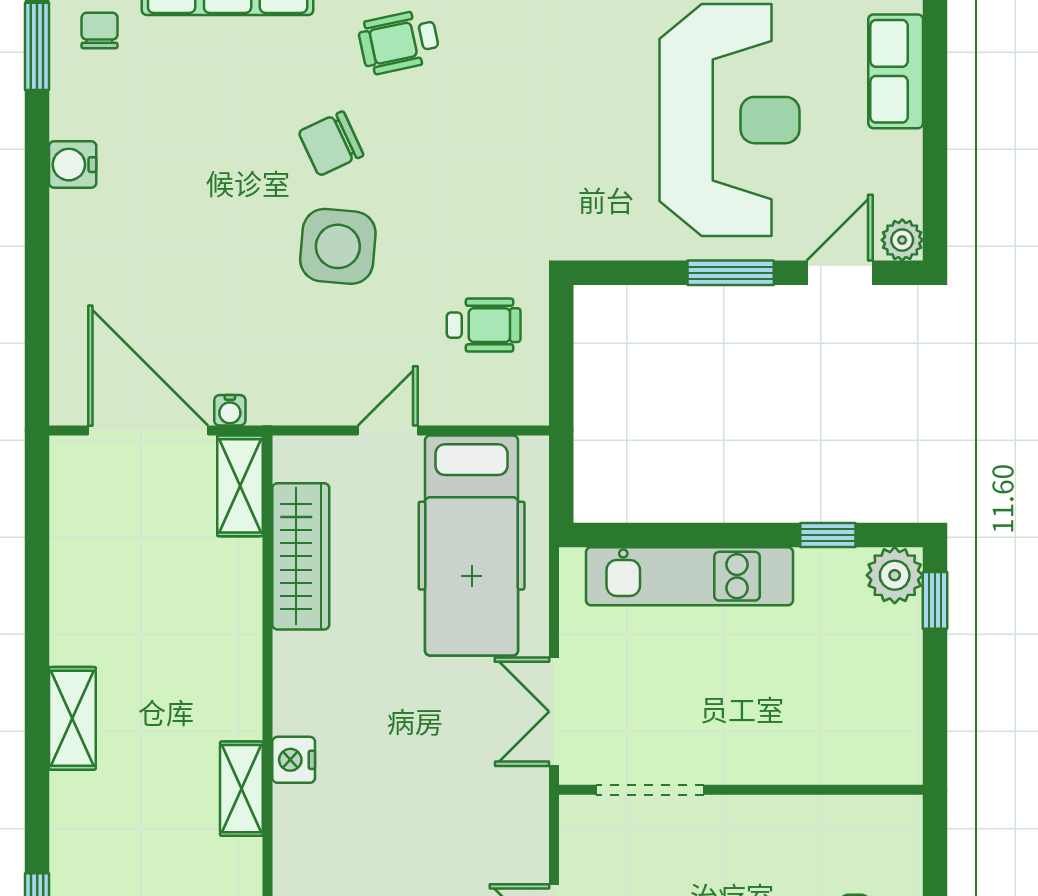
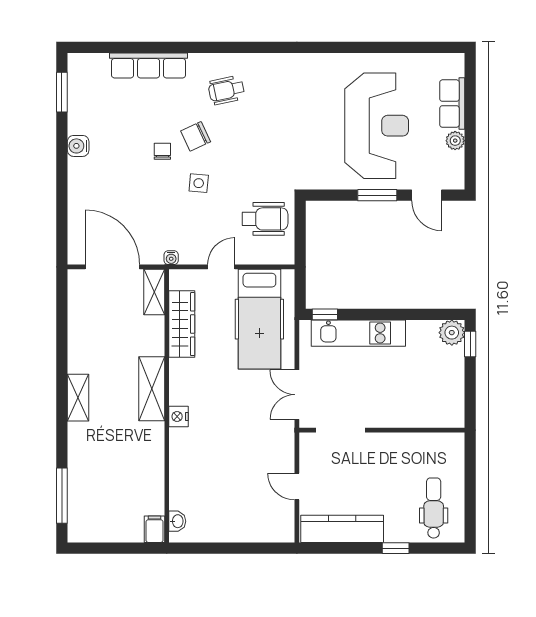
chair: (100, 30) -> (162, 151), moved
plant: (902, 240) -> (455, 141), moved
side table: (338, 246) -> (199, 183), width x0.54, depth x0.54
door: (840, 273) -> (427, 195), swing flipped
wheelchair: (484, 325) -> (265, 219), width x1.36, depth x1.37
water cooler: (230, 410) -> (171, 258), moved
window: (828, 535) -> (325, 314), moved
shelving: (241, 789) -> (152, 389), moved, width x1.50, depth x1.33

